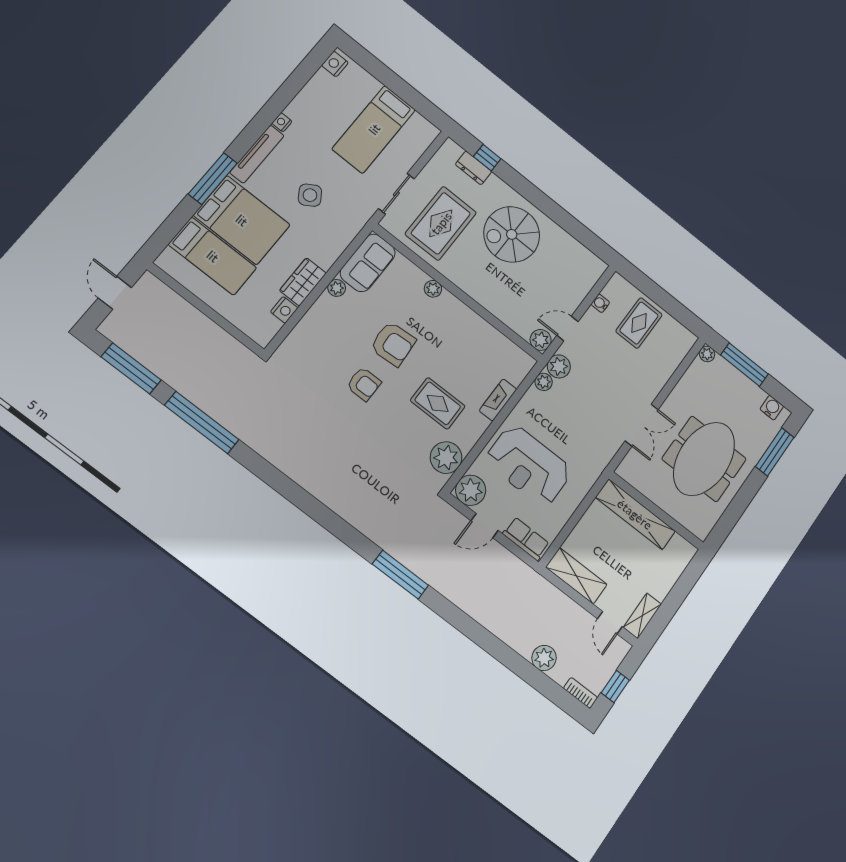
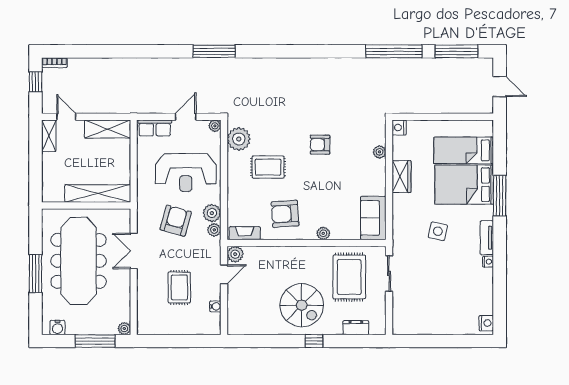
bed: (374, 129) -> (433, 302), removed
tv unit: (257, 154) -> (487, 238), width x0.71
window: (487, 158) -> (314, 341), moved
side table: (310, 195) -> (438, 231), turned 45
spiral stairs: (512, 234) -> (302, 305), turned 90
plant: (337, 288) -> (380, 152), moved
nightstand: (284, 310) -> (399, 127), moved
rug: (639, 323) -> (179, 287), moved
armchair: (393, 344) -> (285, 214), moved
plant: (559, 366) -> (212, 213), moved
fireplace: (498, 400) -> (245, 233), moved, turned -90
armchair: (576, 423) -> (176, 221), added
window: (775, 452) -> (36, 274), moved
meeting table: (704, 459) -> (79, 261), width x1.36
reception desk: (529, 465) -> (186, 172), turned 180
plant: (471, 490) -> (215, 126), width x0.53, depth x0.53
plant: (544, 658) -> (92, 67), removed

